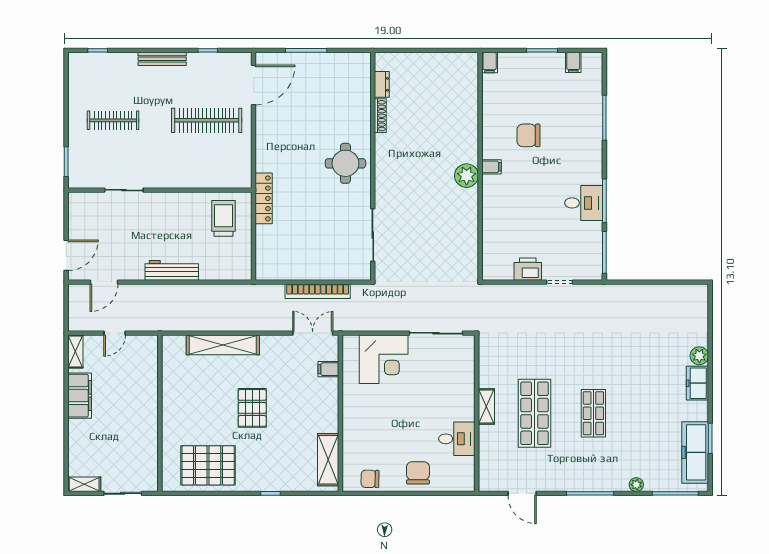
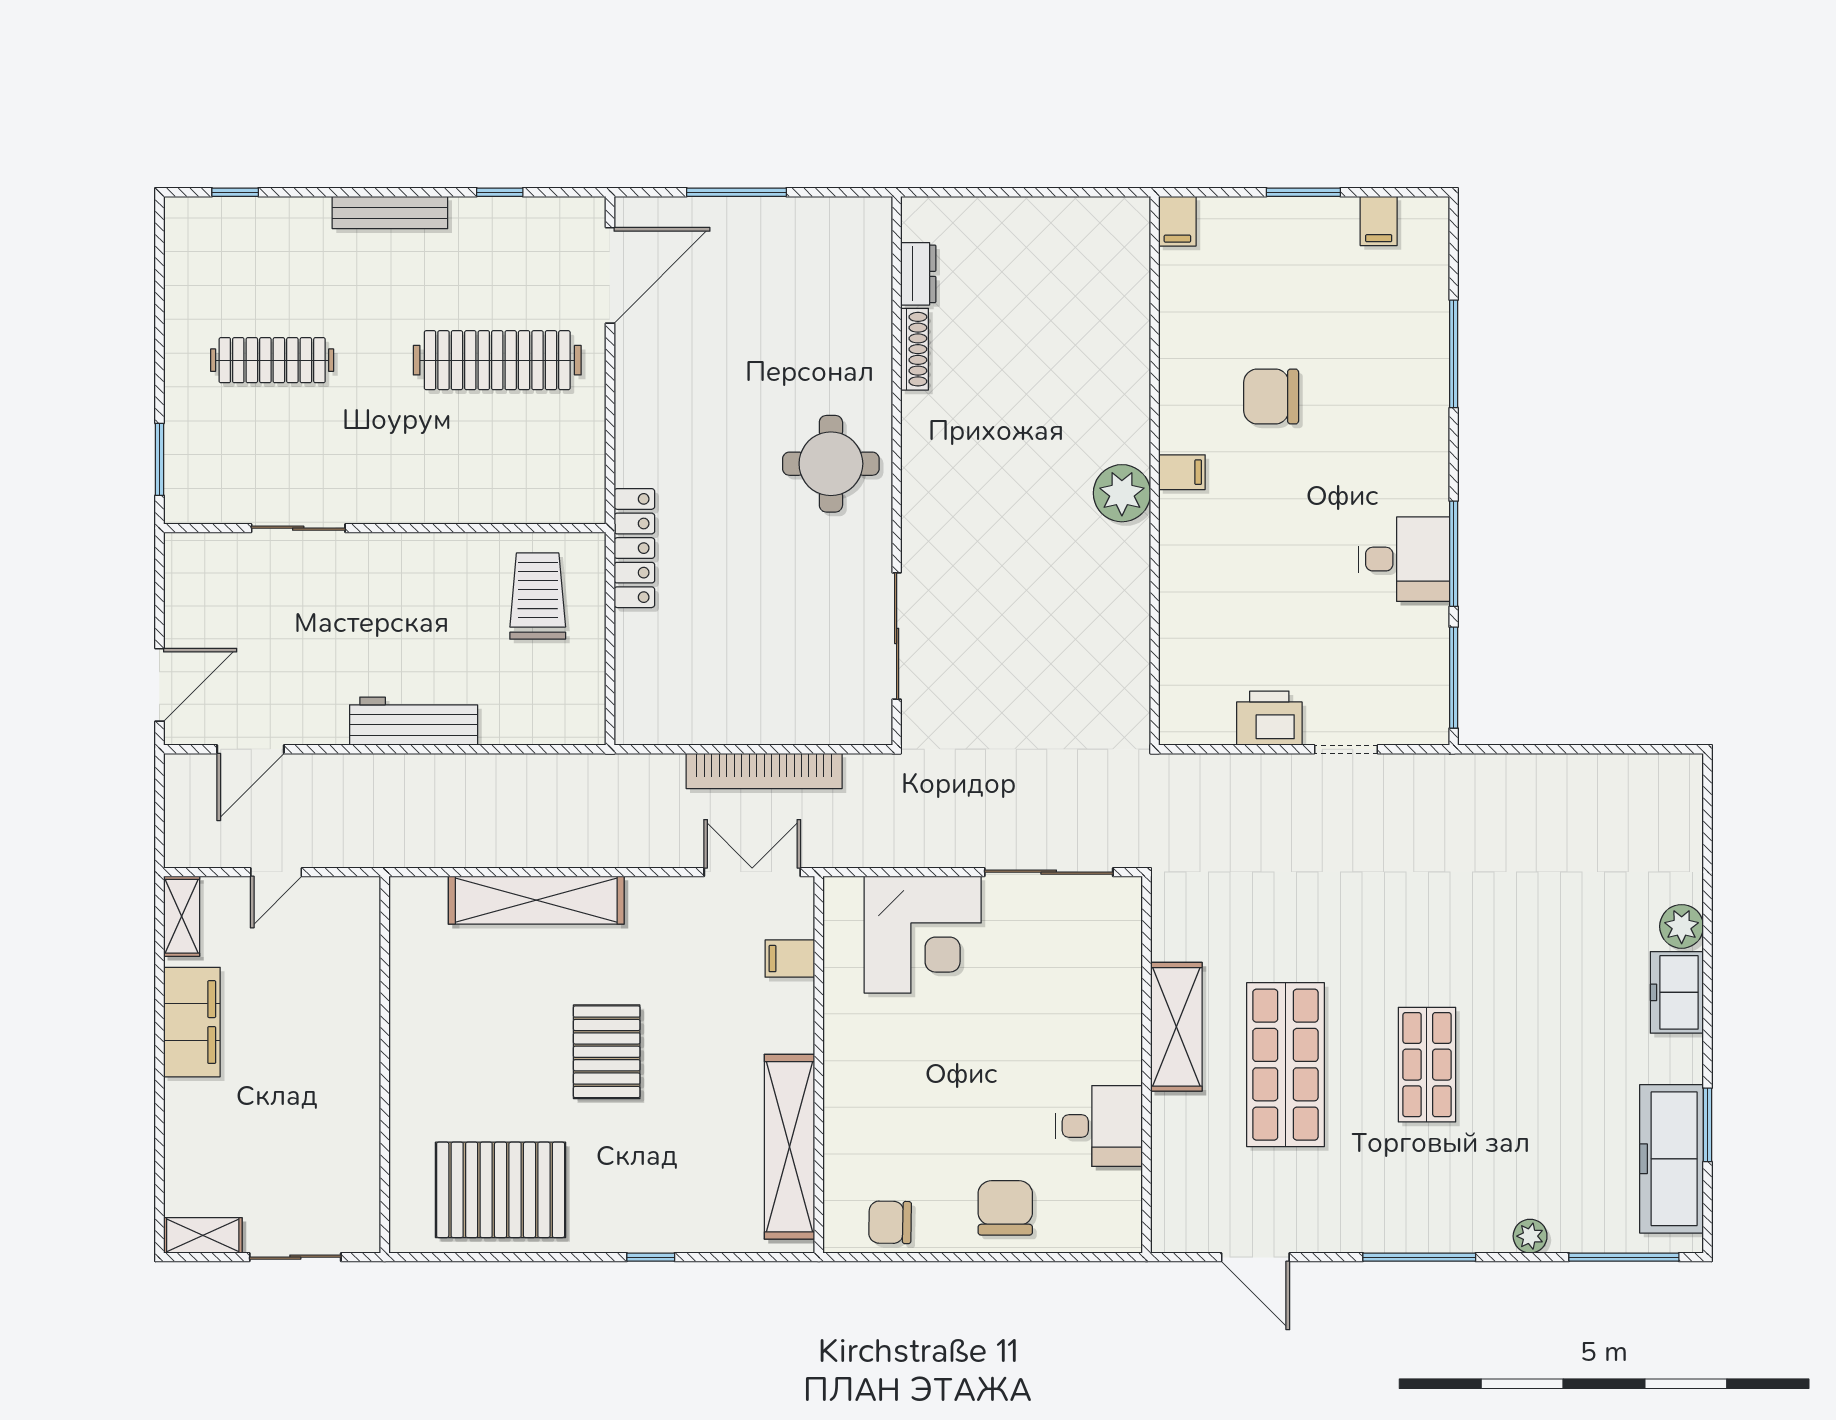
shelving: (486, 406) -> (1176, 1027), width x1.50, depth x1.33
shelving: (328, 460) -> (789, 1147), width x1.47

